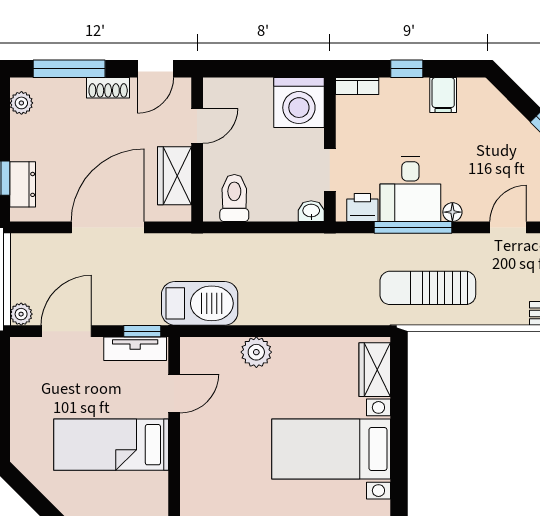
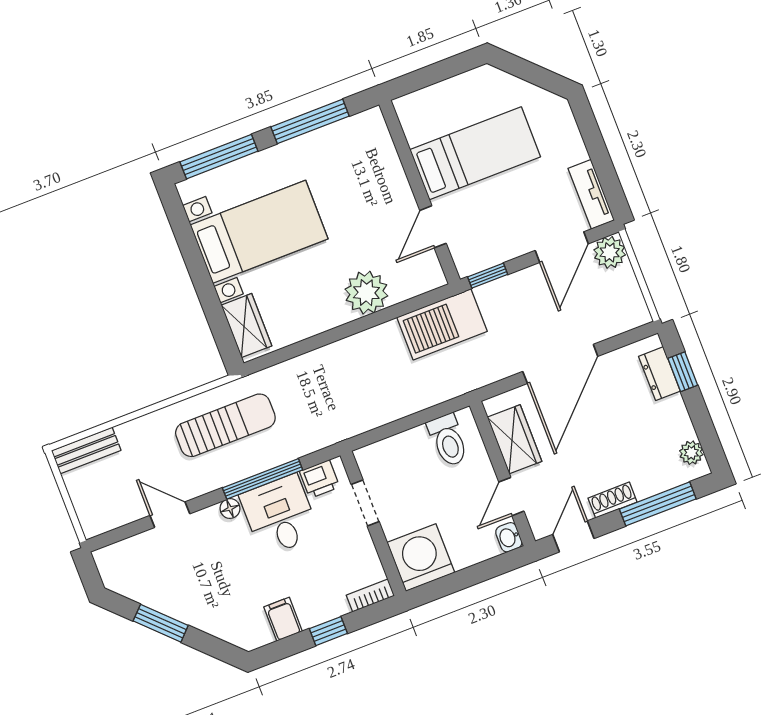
washbasin: (311, 211) -> (509, 537), moved, turned 90
door: (508, 227) -> (170, 515), swing flipped
plant: (21, 314) -> (610, 252), width x1.38, depth x1.38
tv unit: (135, 349) -> (591, 194), moved, turned -90
plant: (256, 352) -> (366, 293), width x1.36, depth x1.36

